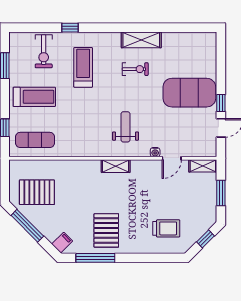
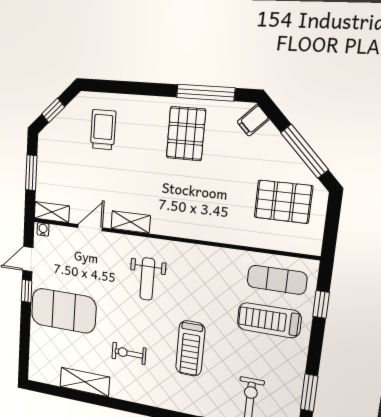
shelving: (141, 40) -> (85, 382), moved
treadmill: (83, 67) -> (190, 348), moved
treadmill: (34, 97) -> (269, 320), moved
water cooler: (155, 152) -> (43, 229), moved
shelving: (116, 166) -> (131, 222), moved
trolley: (166, 228) -> (103, 130), turned 90

